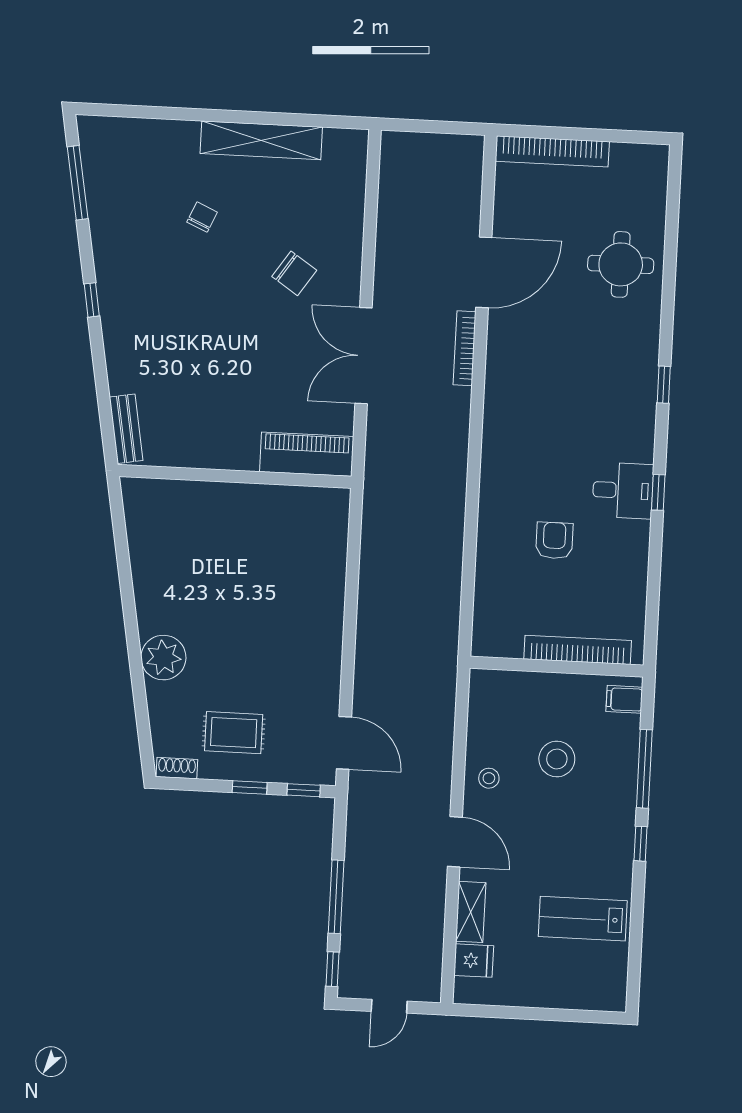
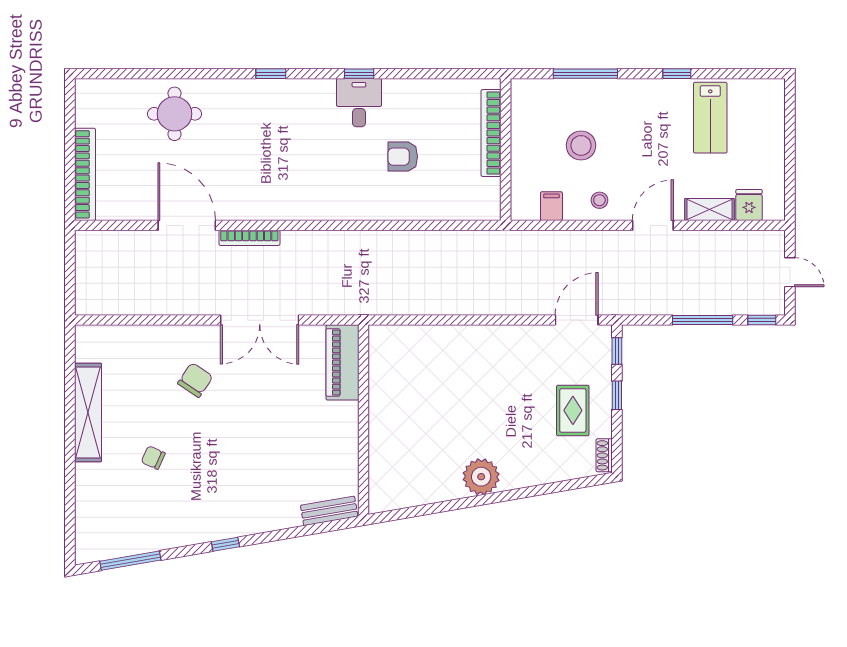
plant: (163, 658) -> (481, 477), moved
filing cabinet: (624, 699) -> (551, 206), moved, turned 180
window: (640, 844) -> (677, 74), moved

